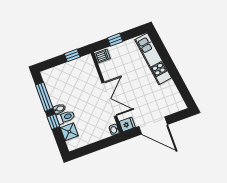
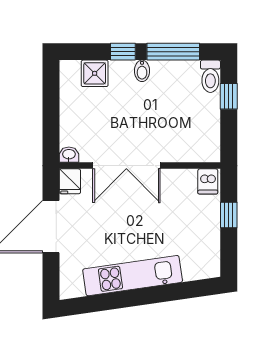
window: (72, 55) -> (229, 96), moved
kitchen unit: (153, 59) -> (133, 276), moved
toilet: (66, 117) -> (210, 76), moved

